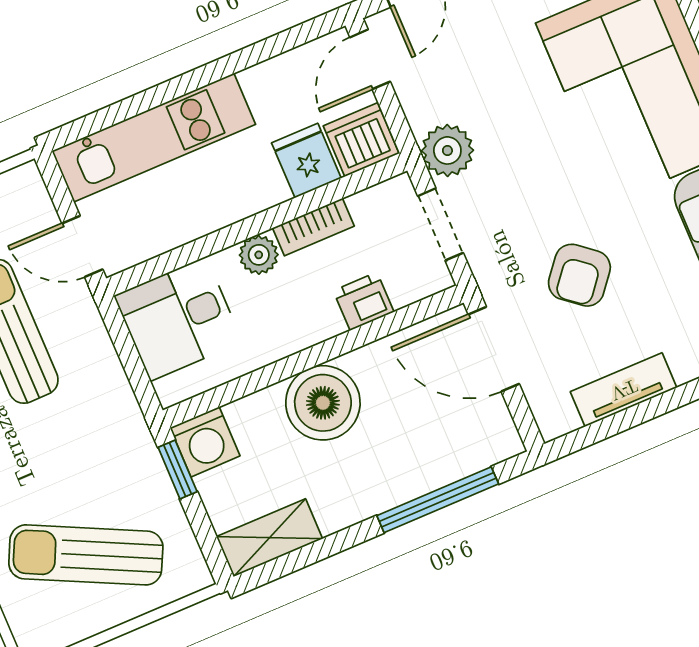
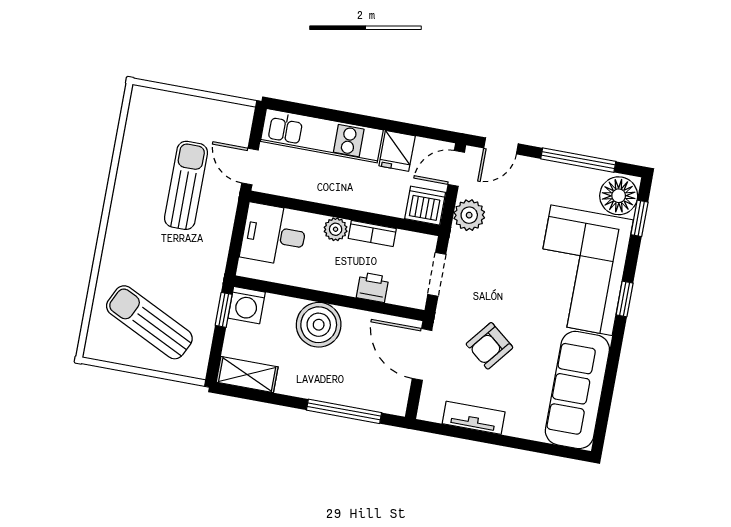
plant: (447, 150) -> (469, 215), moved
fridge: (306, 161) -> (397, 151), moved, turned 180

